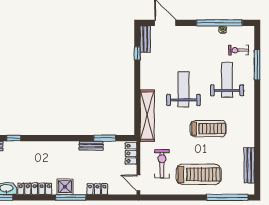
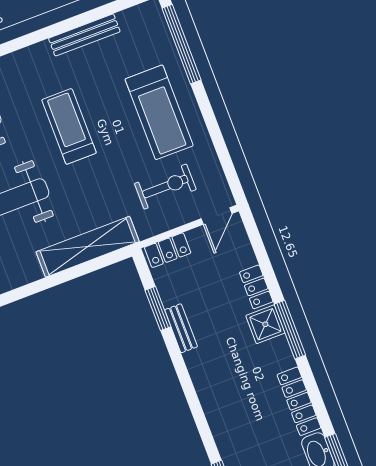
exercise bike: (162, 164) -> (165, 187), turned 180
bench: (249, 165) -> (84, 35), moved
treadmill: (199, 174) -> (159, 112), turned 180
shower: (65, 187) -> (265, 324), moved

